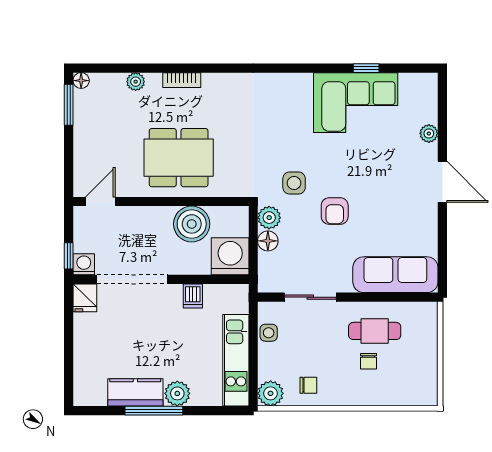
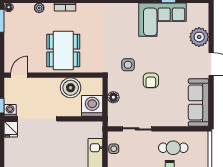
plant: (429, 133) -> (199, 37), width x1.87, depth x1.87
dining table: (179, 158) -> (63, 51), turned 90
plant: (269, 218) -> (114, 84), removed
sofa: (395, 275) -> (199, 102), moved, turned -90
dishwasher: (193, 296) -> (71, 128), removed

